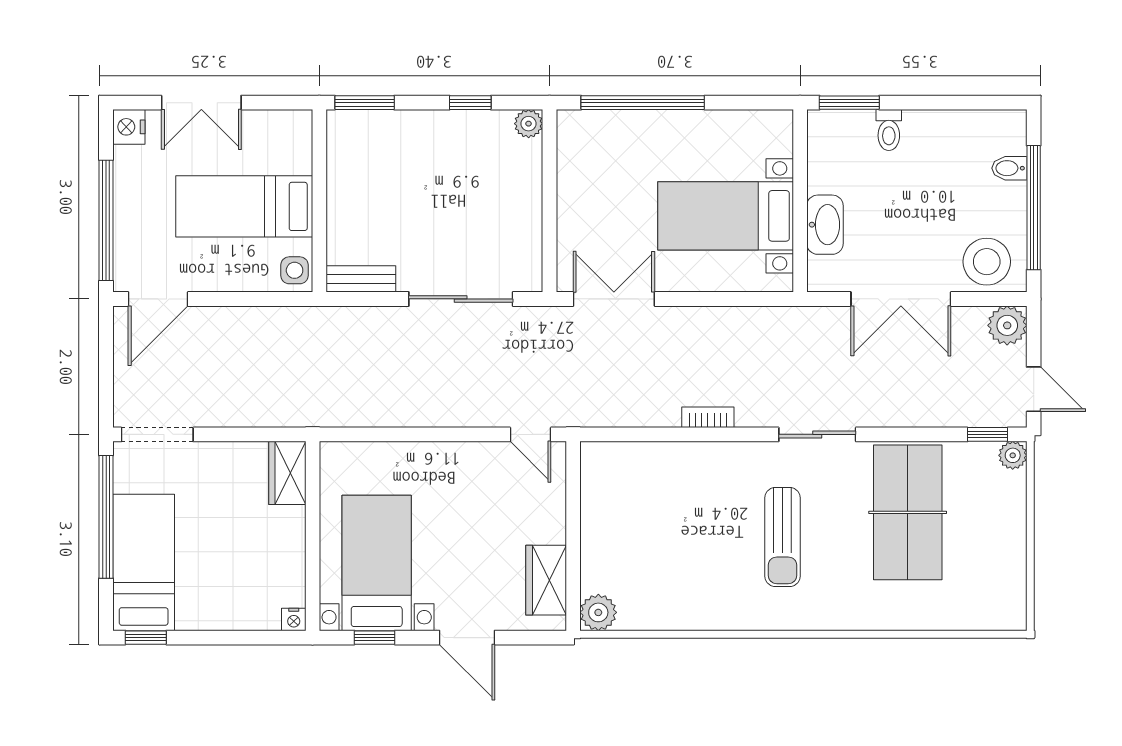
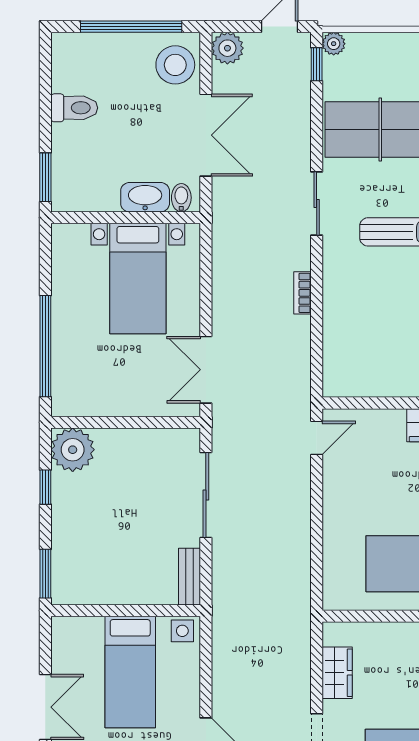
plant: (529, 124) -> (73, 450), width x1.88, depth x1.88
toilet: (889, 130) -> (74, 108), moved, width x1.37, depth x1.39
bidet: (1009, 168) -> (181, 198), moved, turned 180
wardrobe: (287, 473) -> (337, 673), moved, turned -90

